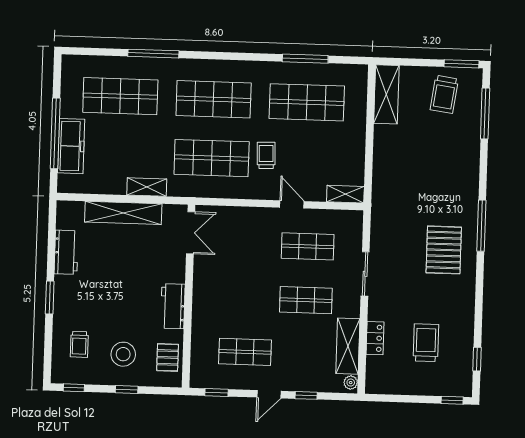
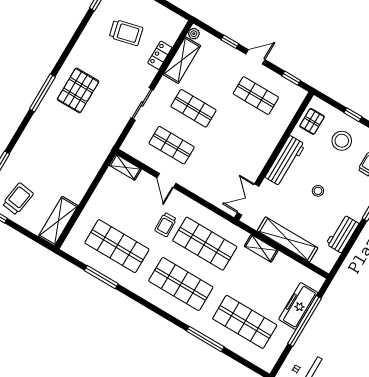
stool: (119, 285) -> (318, 191), added
workbench: (173, 306) -> (285, 161), width x1.38
trolley: (426, 343) -> (126, 33), turned -104

